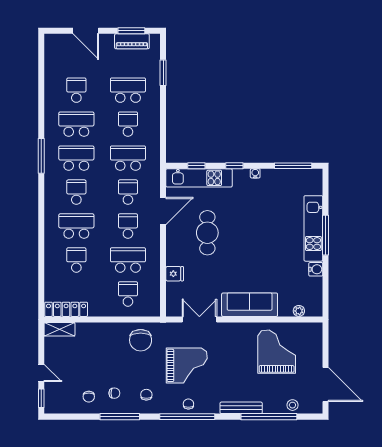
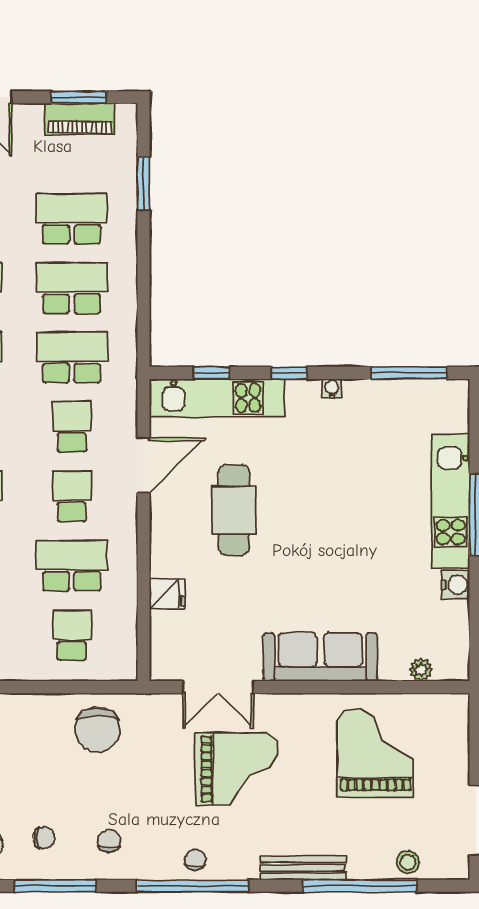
school desk: (128, 124) -> (72, 288), width x1.85
double door: (199, 319) -> (218, 687), swing flipped
grand piano: (187, 365) -> (237, 769), moved

